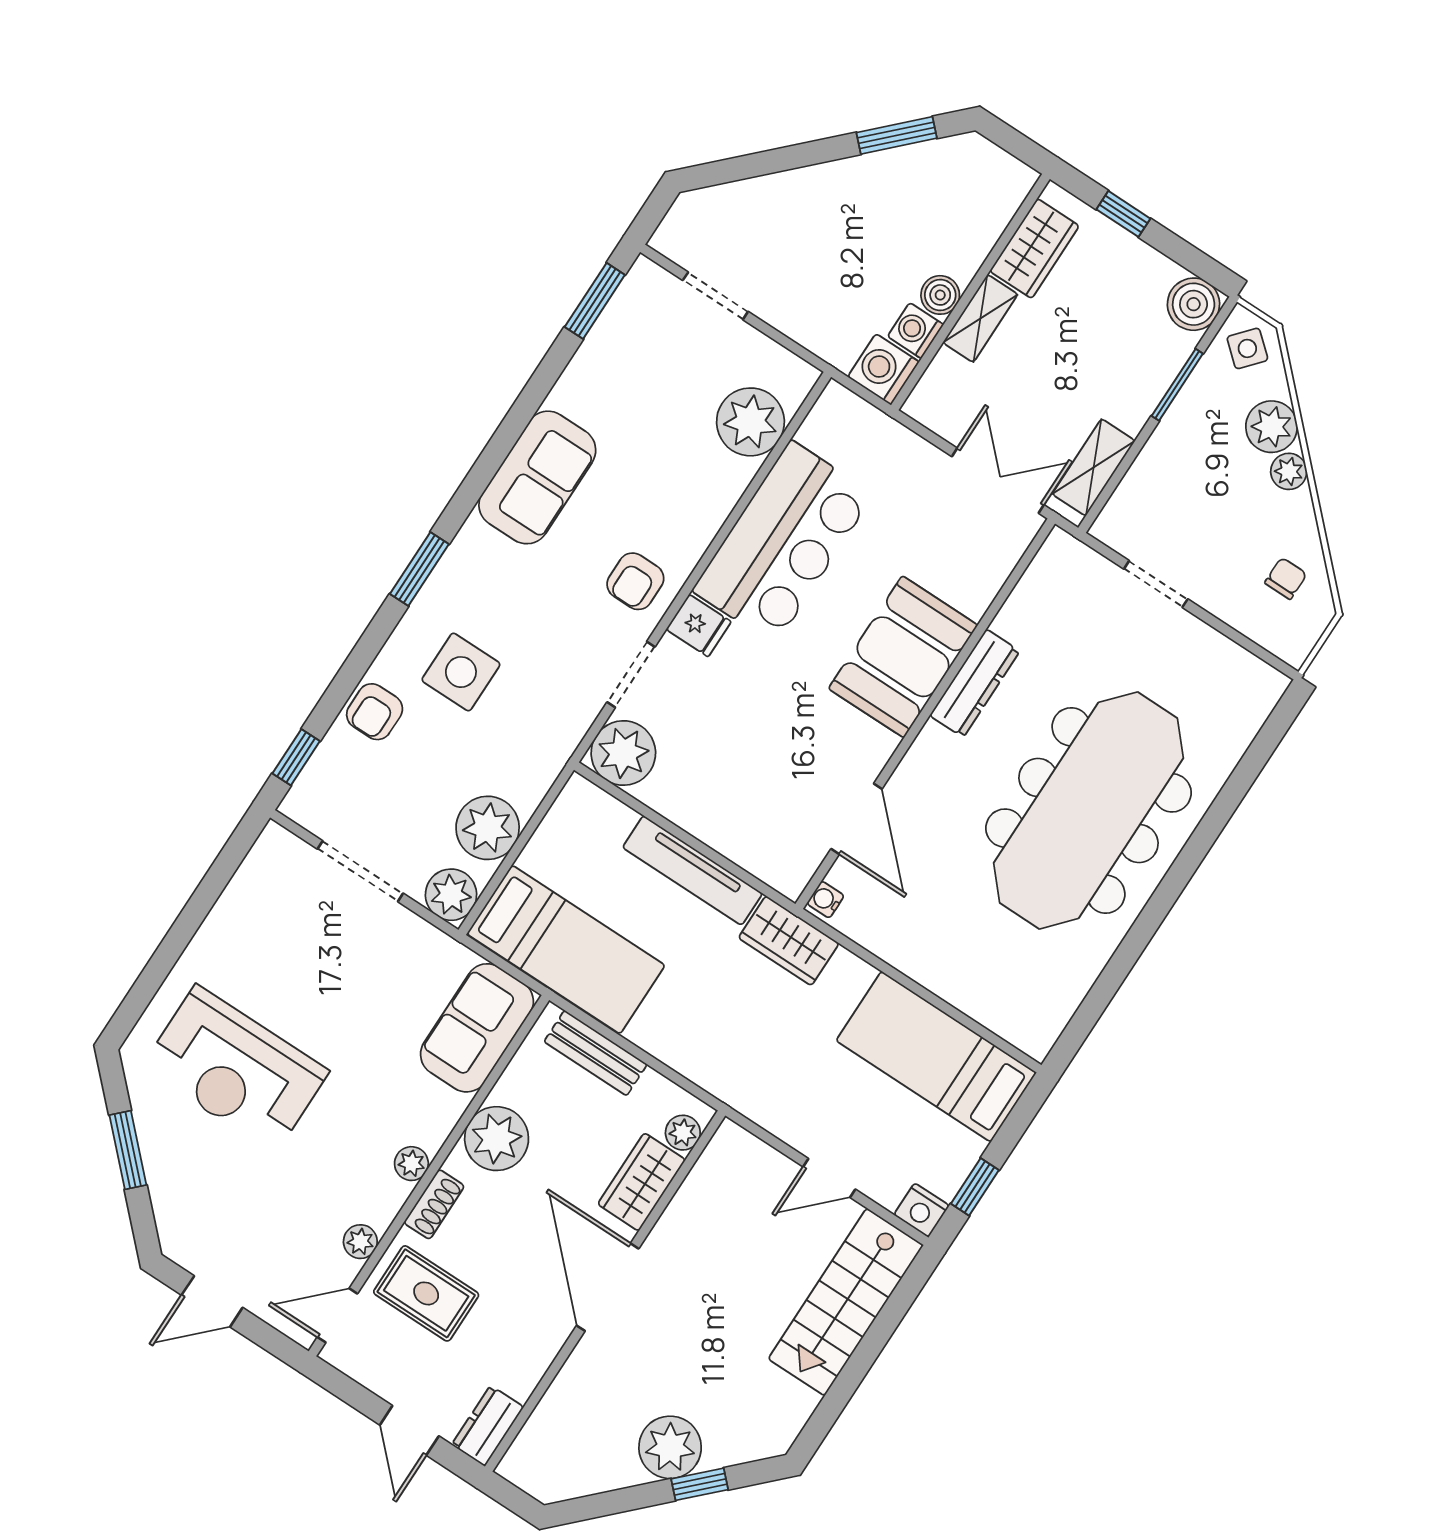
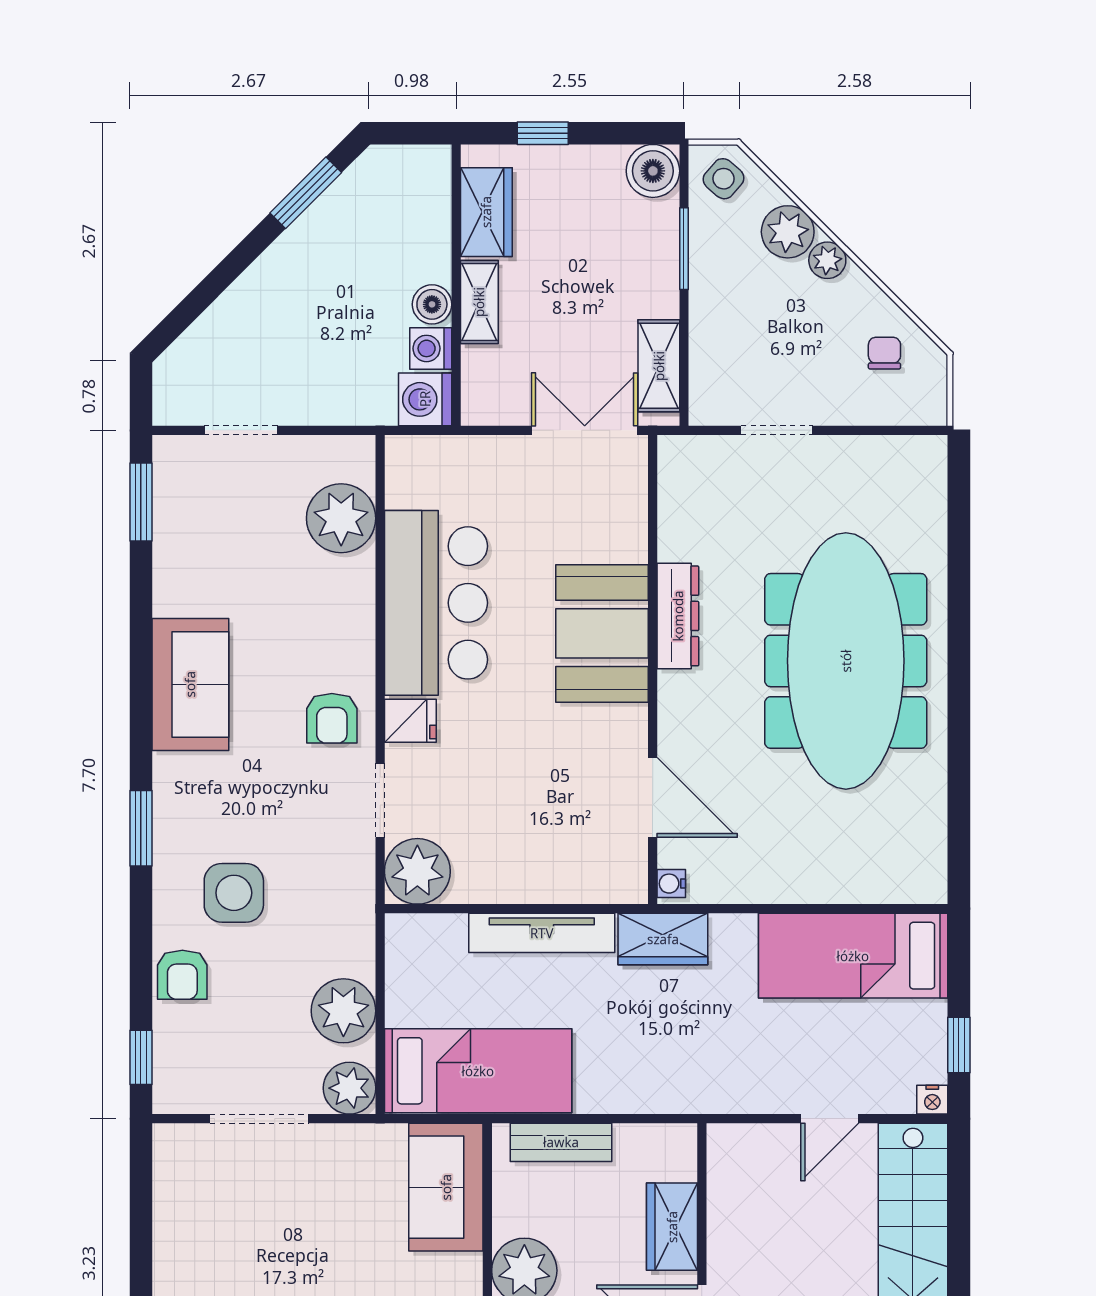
plant: (683, 1133) -> (680, 1162), removed
nightstand: (922, 1210) -> (932, 1100), width x0.72, depth x0.74

